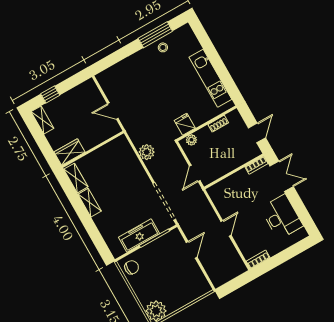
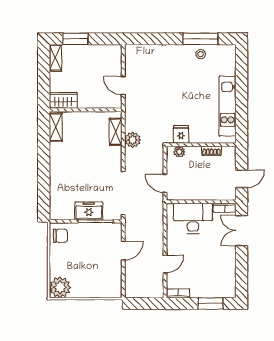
window: (50, 94) -> (75, 39), width x1.50
door: (195, 173) -> (165, 184), hinge flipped
double door: (282, 176) -> (242, 231), swing flipped
shelving: (90, 203) -> (116, 132), moved
desk: (282, 217) -> (193, 218), moved, turned -90
door: (226, 228) -> (165, 264), moved
freezer: (139, 235) -> (89, 211), width x0.71
window: (290, 253) -> (210, 303), added

